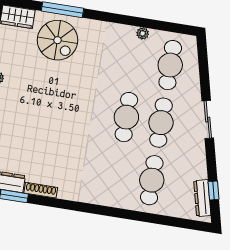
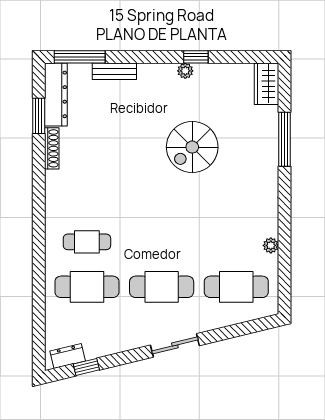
spiral stairs: (58, 40) -> (192, 147), moved
cafe table: (126, 117) -> (87, 242), moved, width x0.73, depth x0.74
dresser: (202, 198) -> (68, 356), width x0.70

